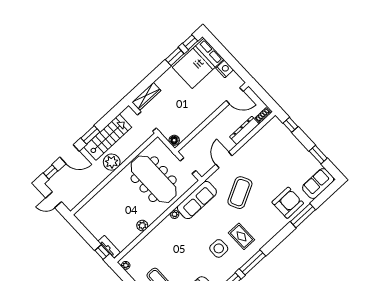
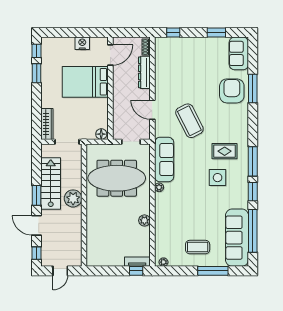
bed: (198, 63) -> (85, 82), moved, turned 90
door: (70, 154) -> (37, 225), swing flipped

